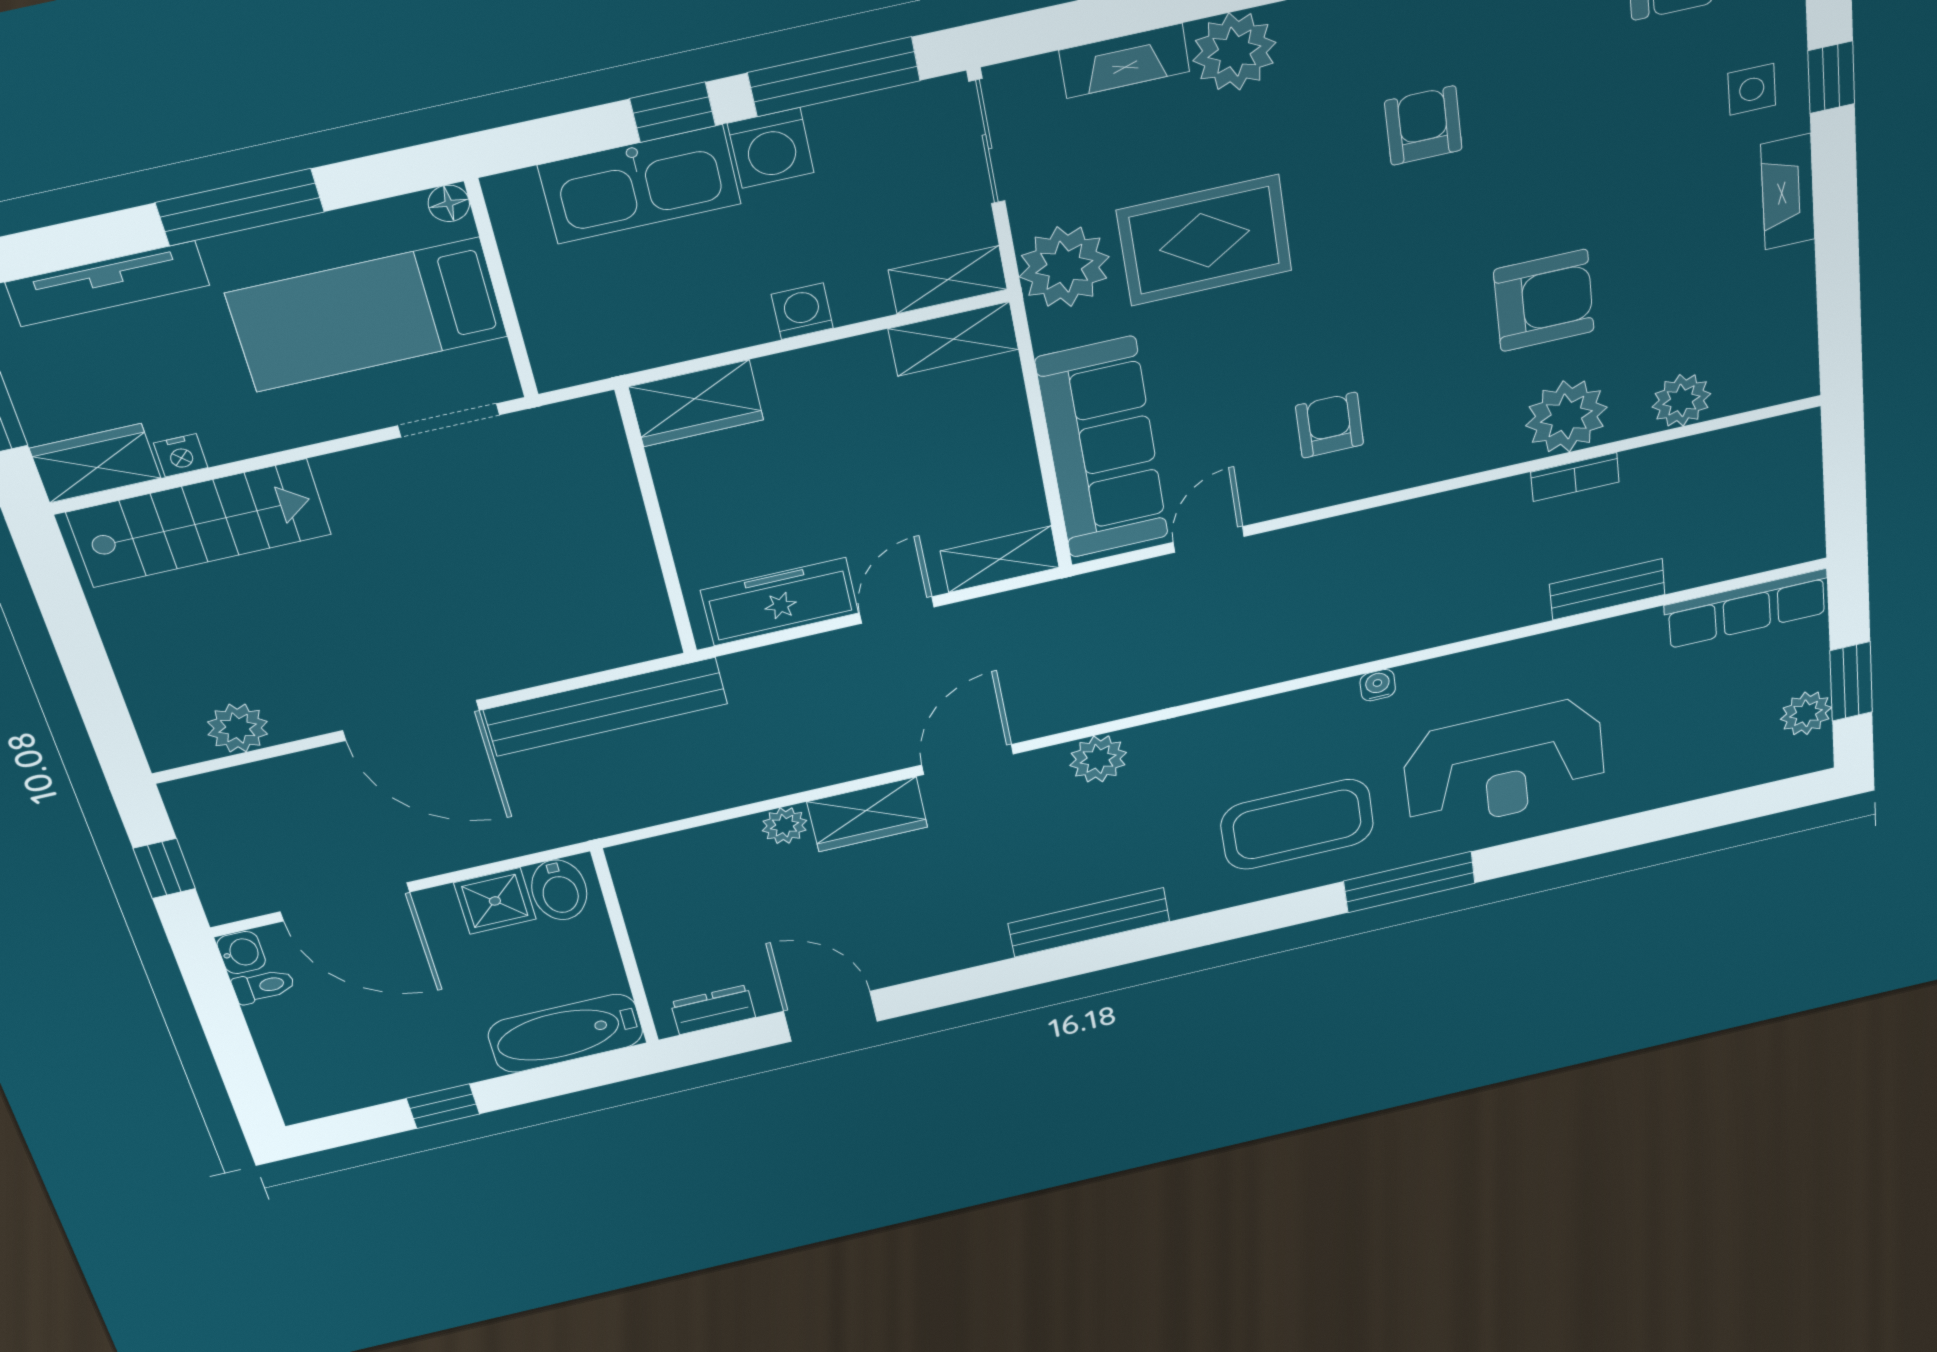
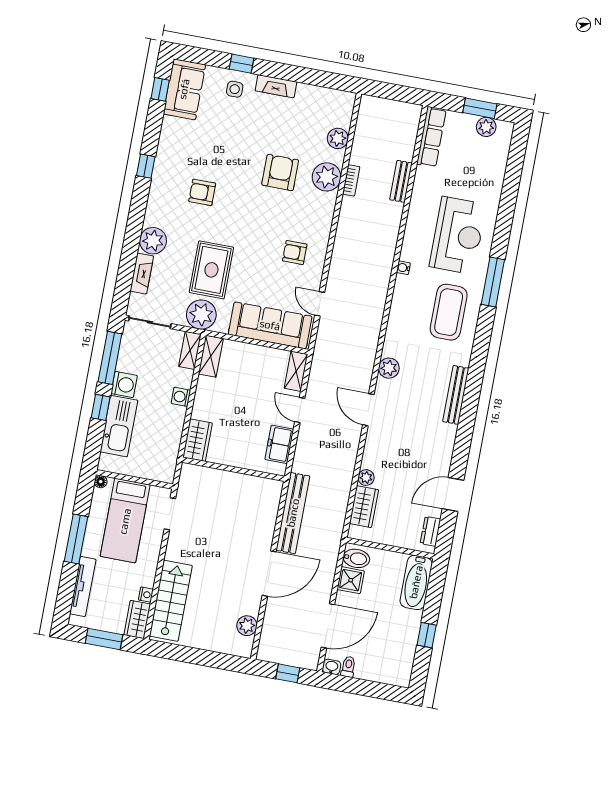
freezer: (780, 602) -> (279, 444), width x0.71
wardrobe: (867, 814) -> (364, 507), moved

